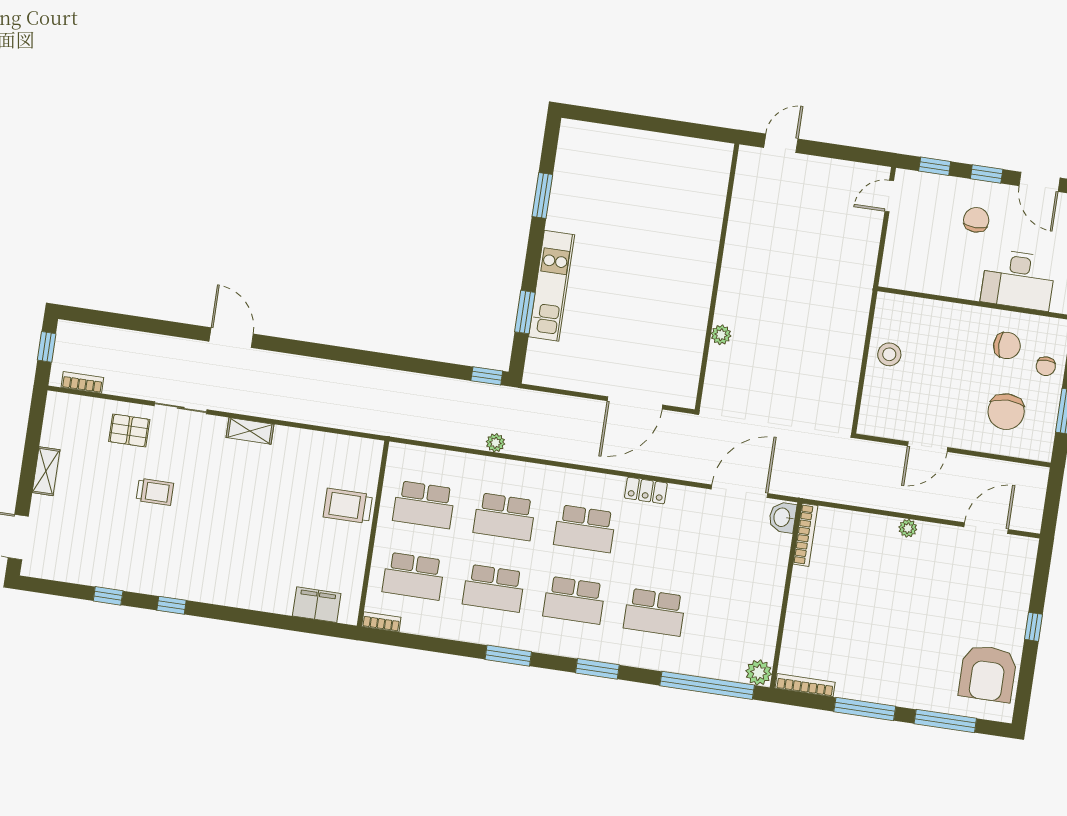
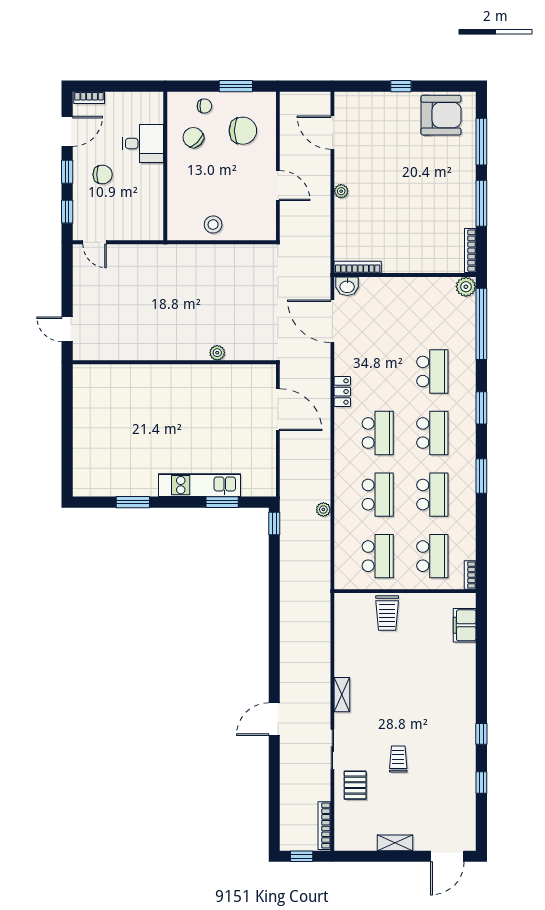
chair: (976, 220) -> (103, 175), turned 180
desk: (1018, 280) -> (143, 143), width x0.73
chair: (1007, 345) -> (193, 137), turned -45
bookcase: (82, 382) -> (324, 826), width x1.56

